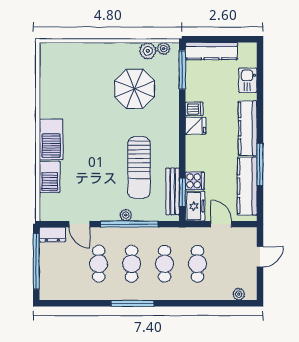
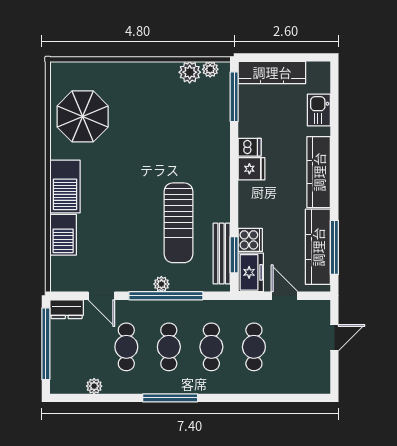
parasol: (135, 89) -> (83, 116), moved
window: (260, 164) -> (334, 247), moved
plant: (239, 294) -> (94, 386), moved

